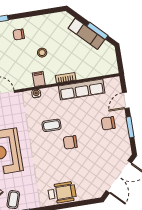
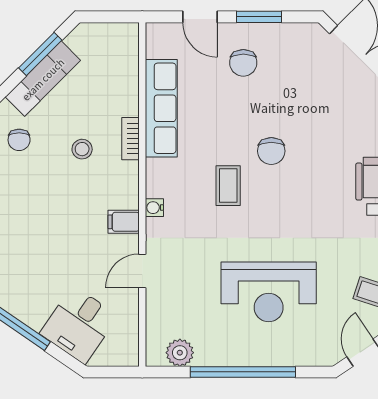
chair: (19, 34) -> (19, 140), moved
stool: (42, 53) -> (82, 149), moved
filing cabinet: (39, 79) -> (124, 222), moved

